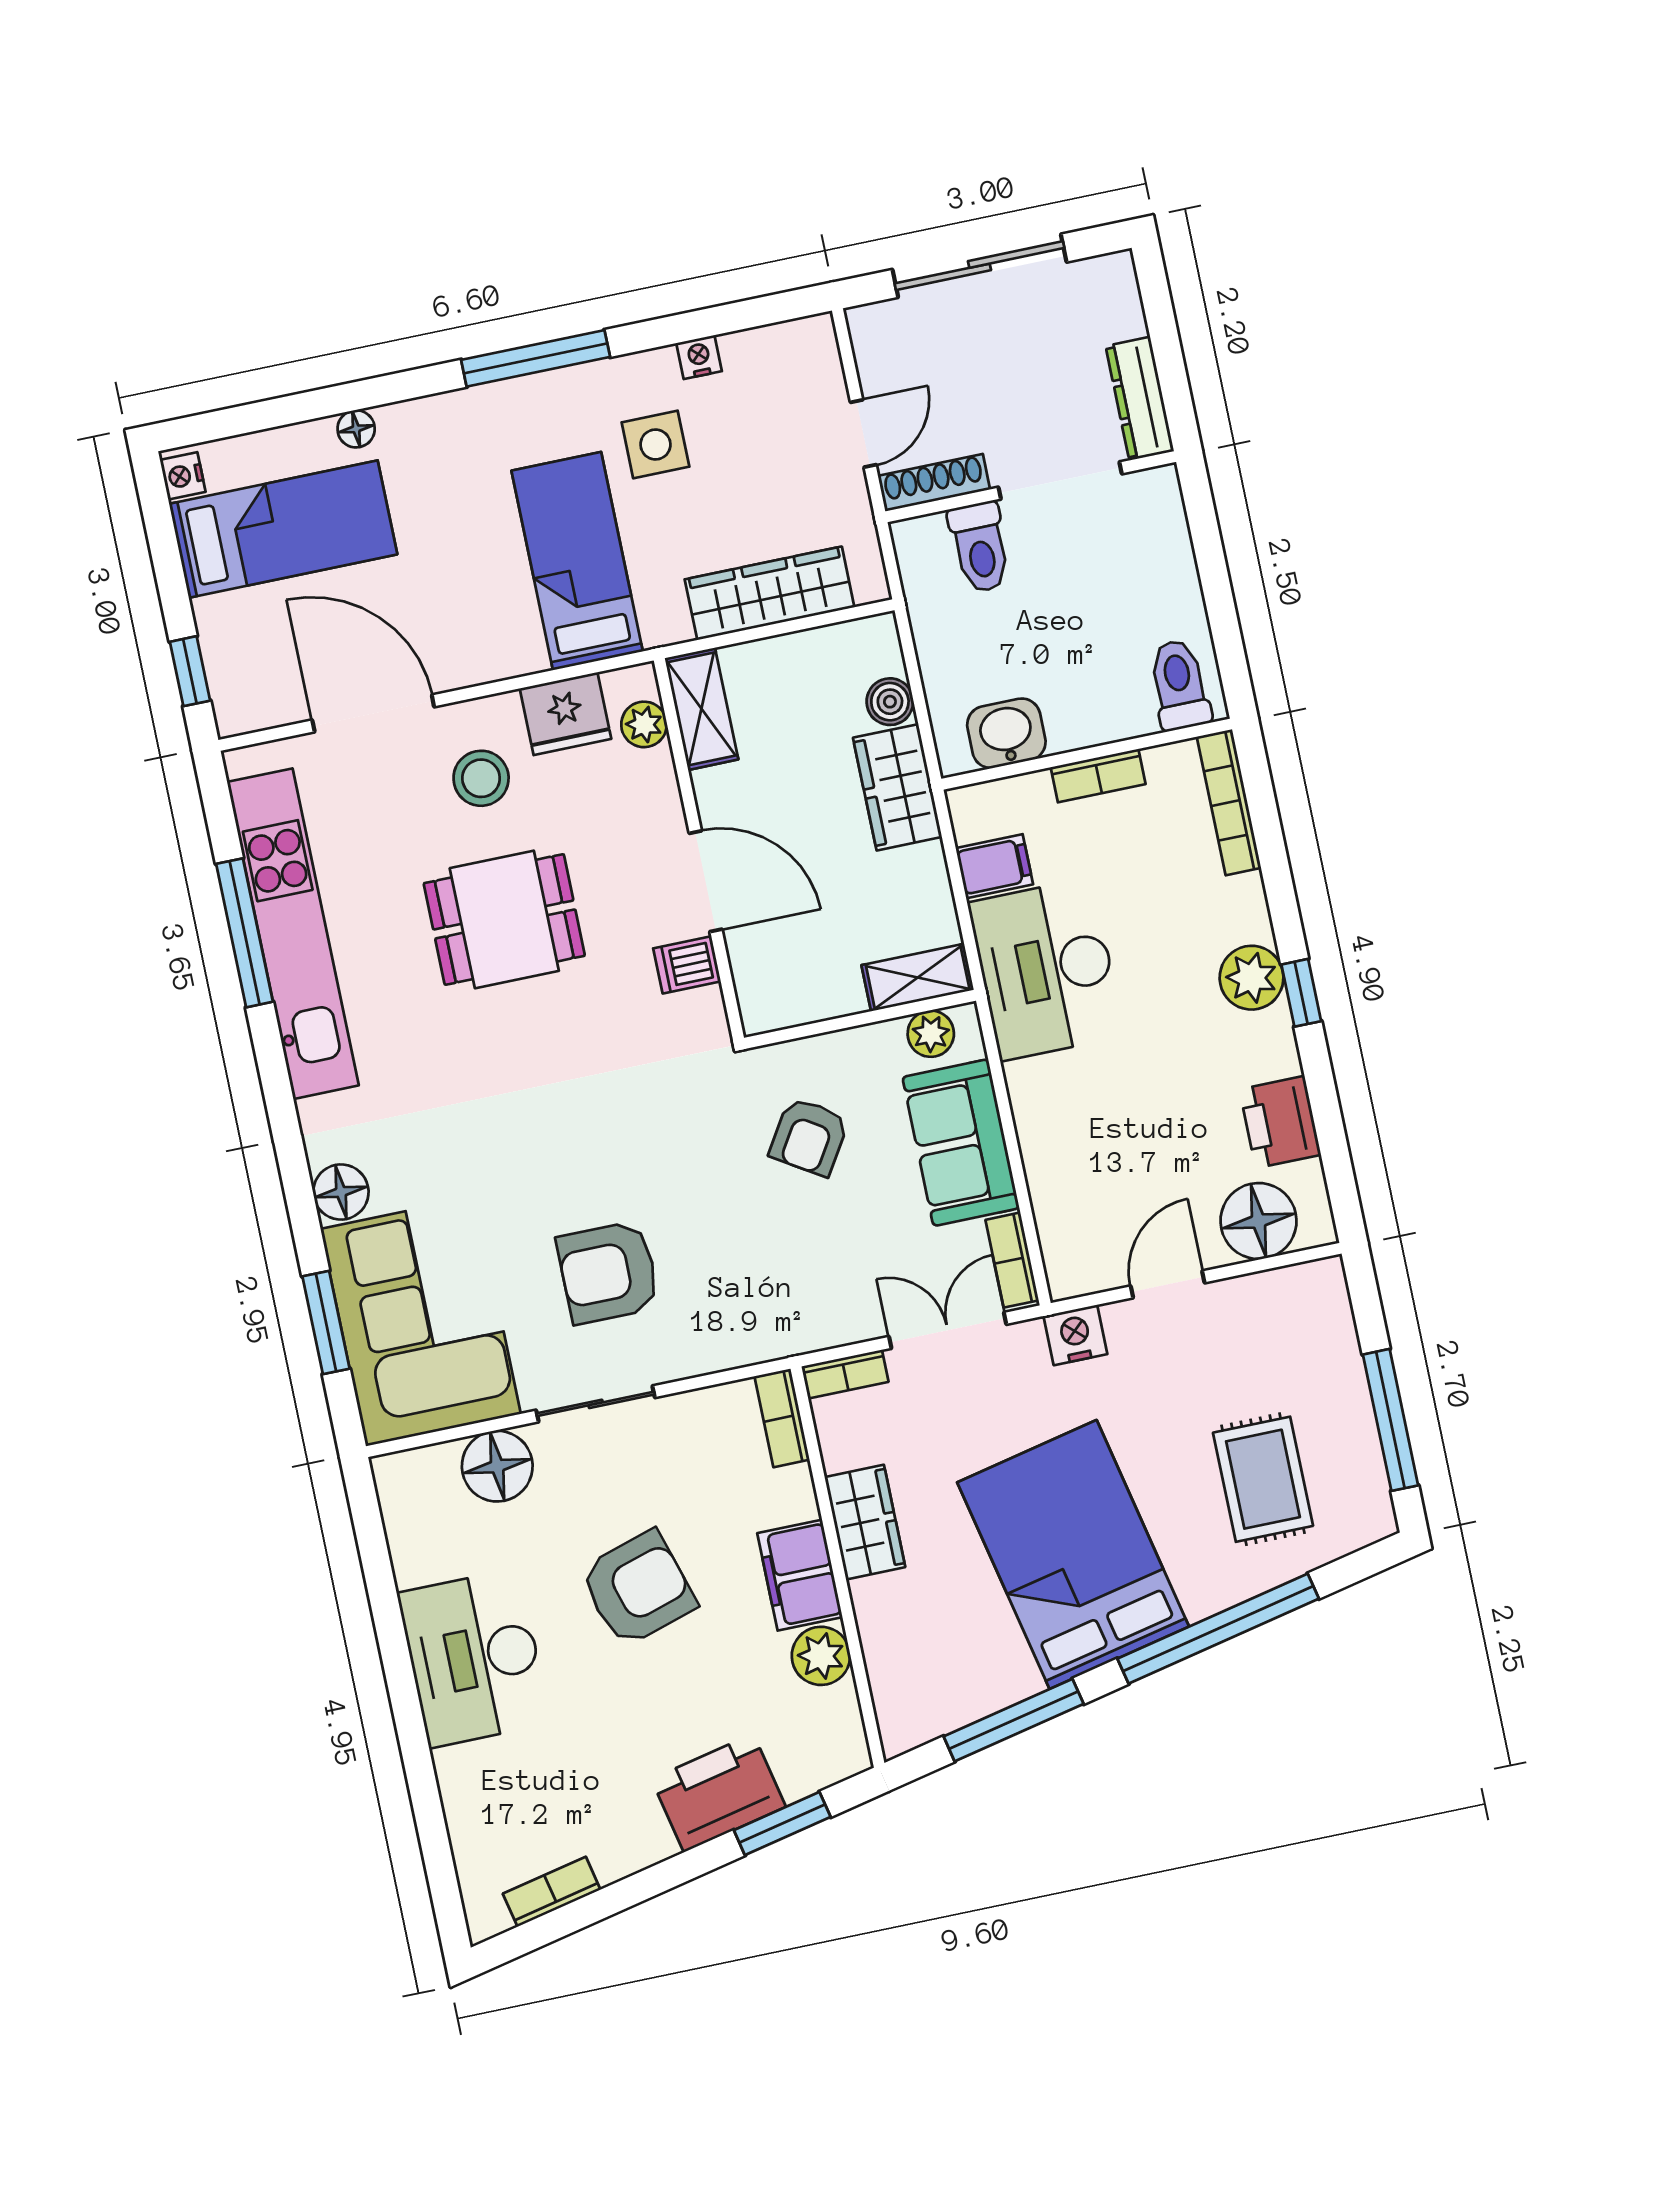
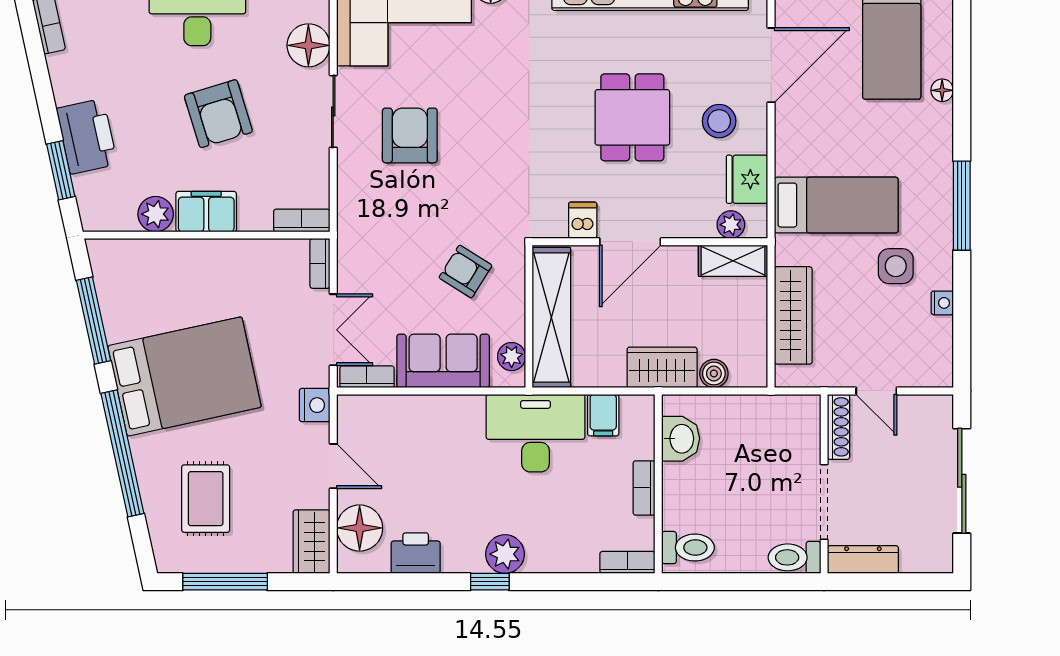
toilet: (980, 547) -> (794, 557), moved
bookcase: (1229, 802) -> (627, 562), width x0.64
shelving: (918, 977) -> (551, 317), width x2.20, depth x1.33
rug: (1263, 1479) -> (206, 499), turned 90
wardrobe: (865, 1522) -> (312, 542), moved, turned 90

